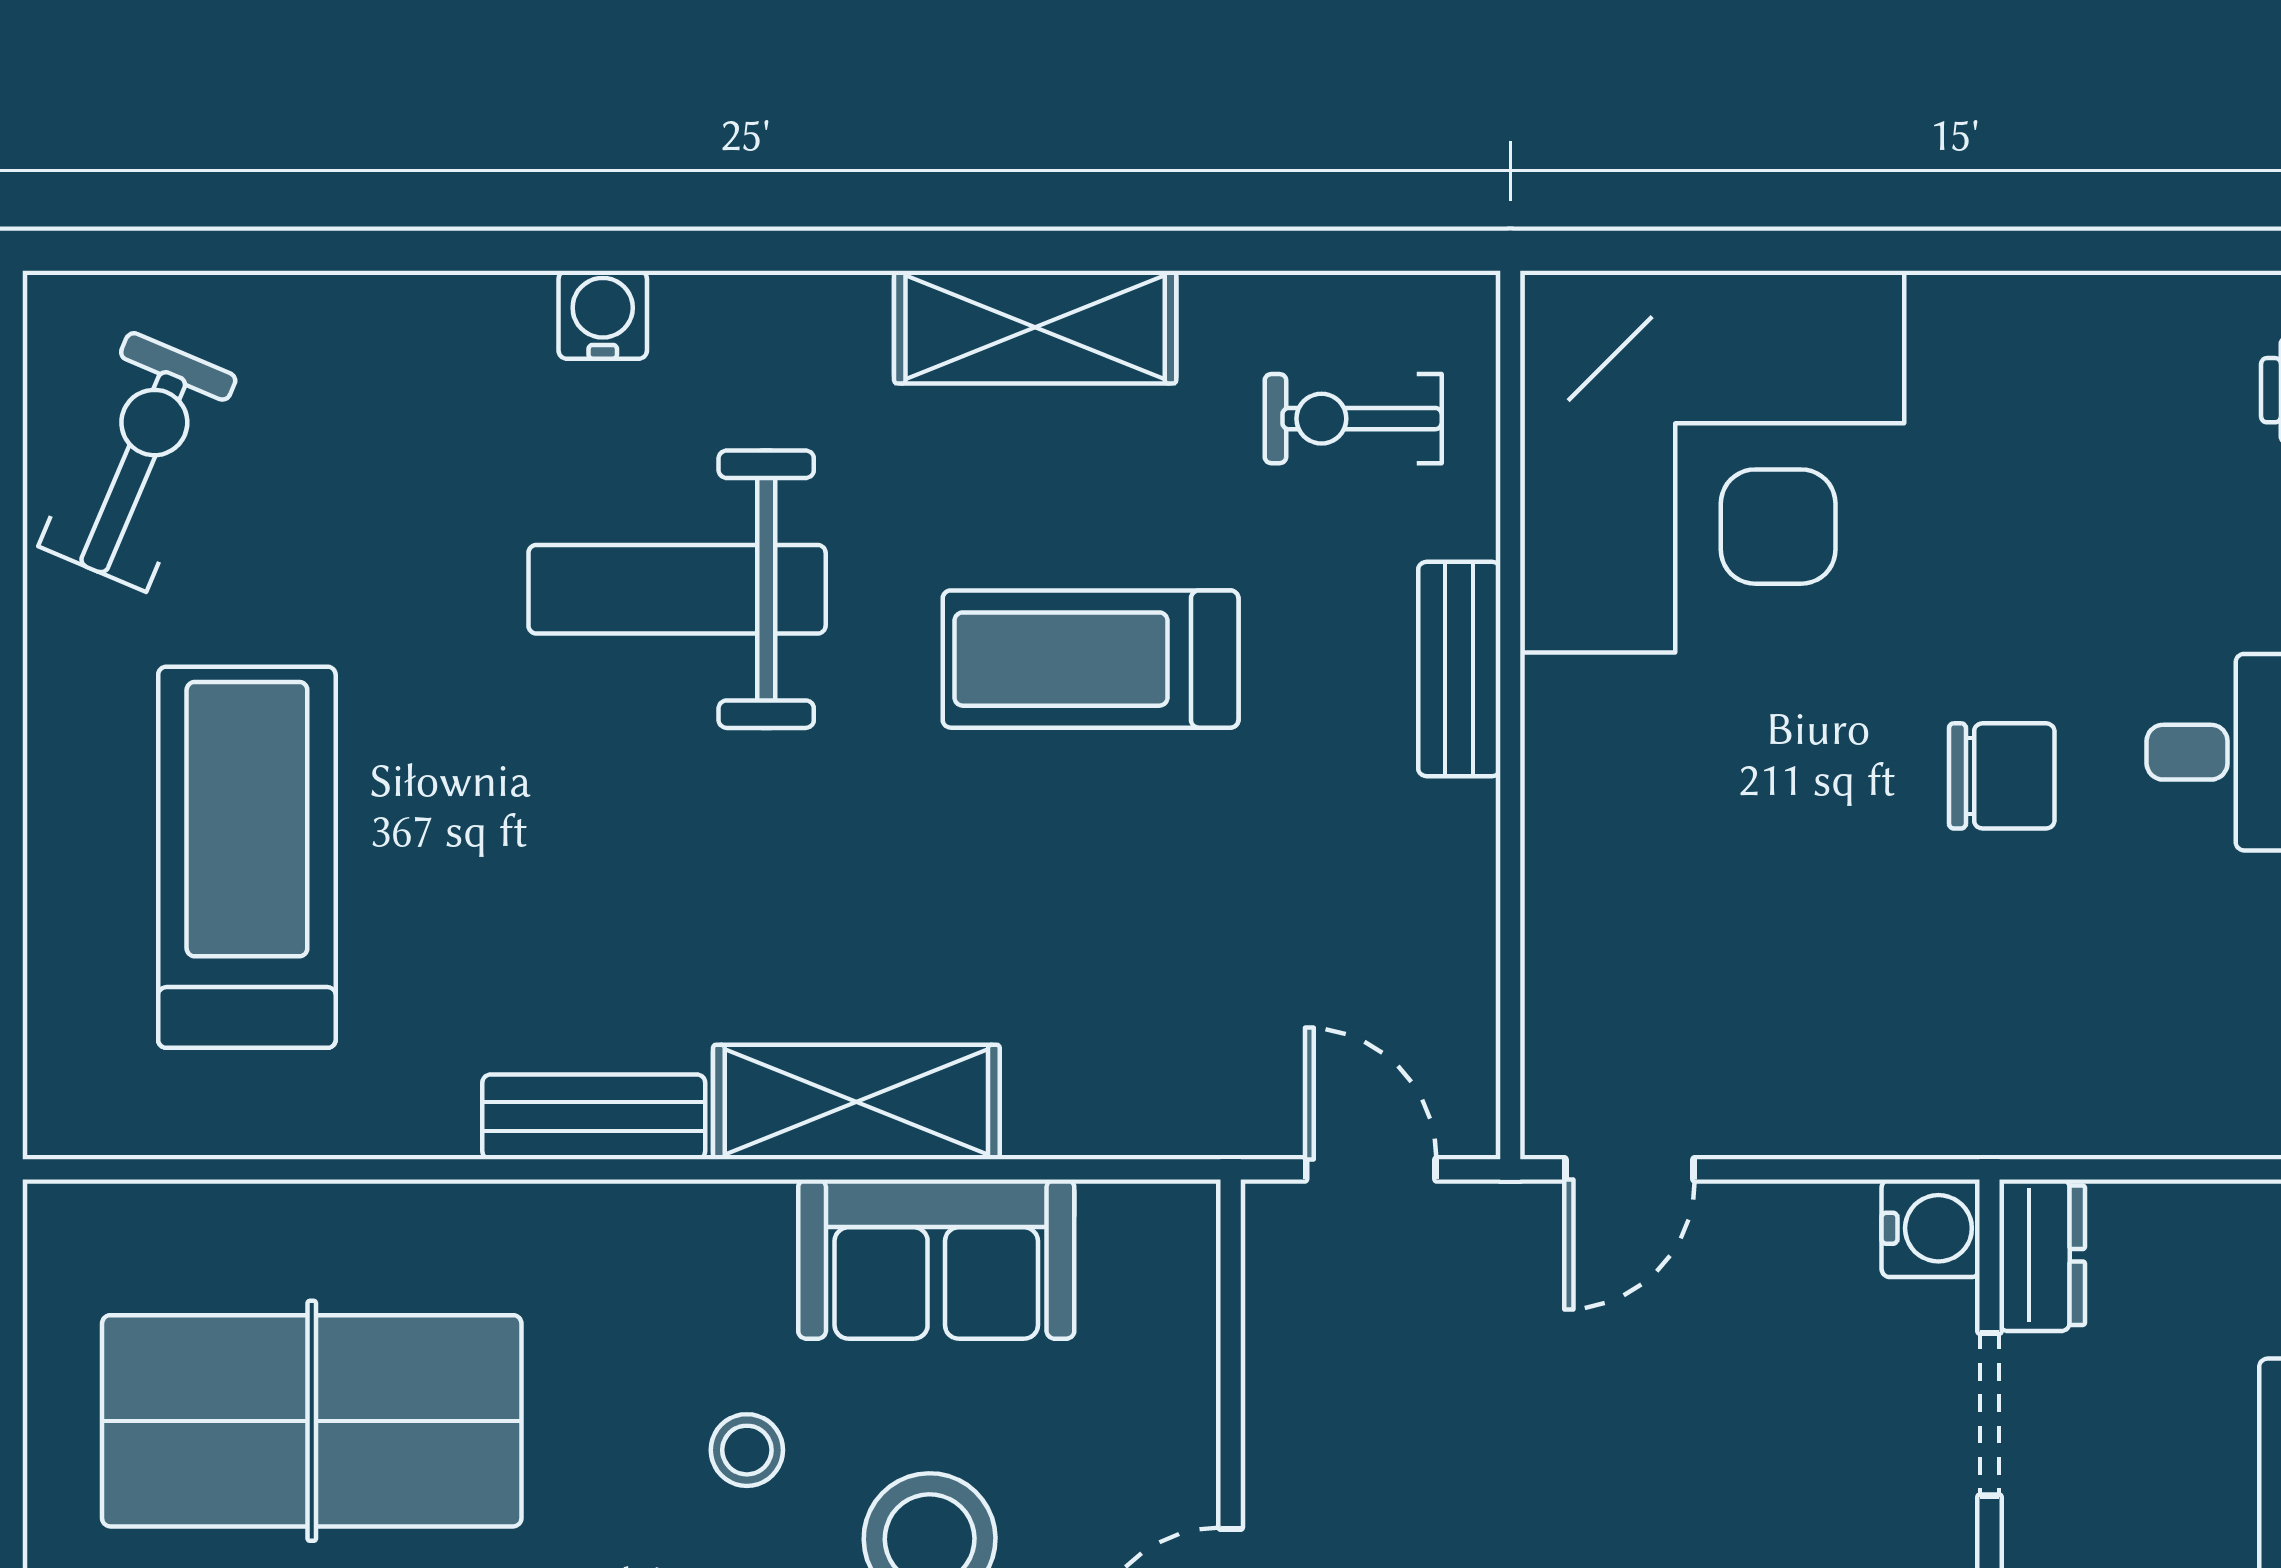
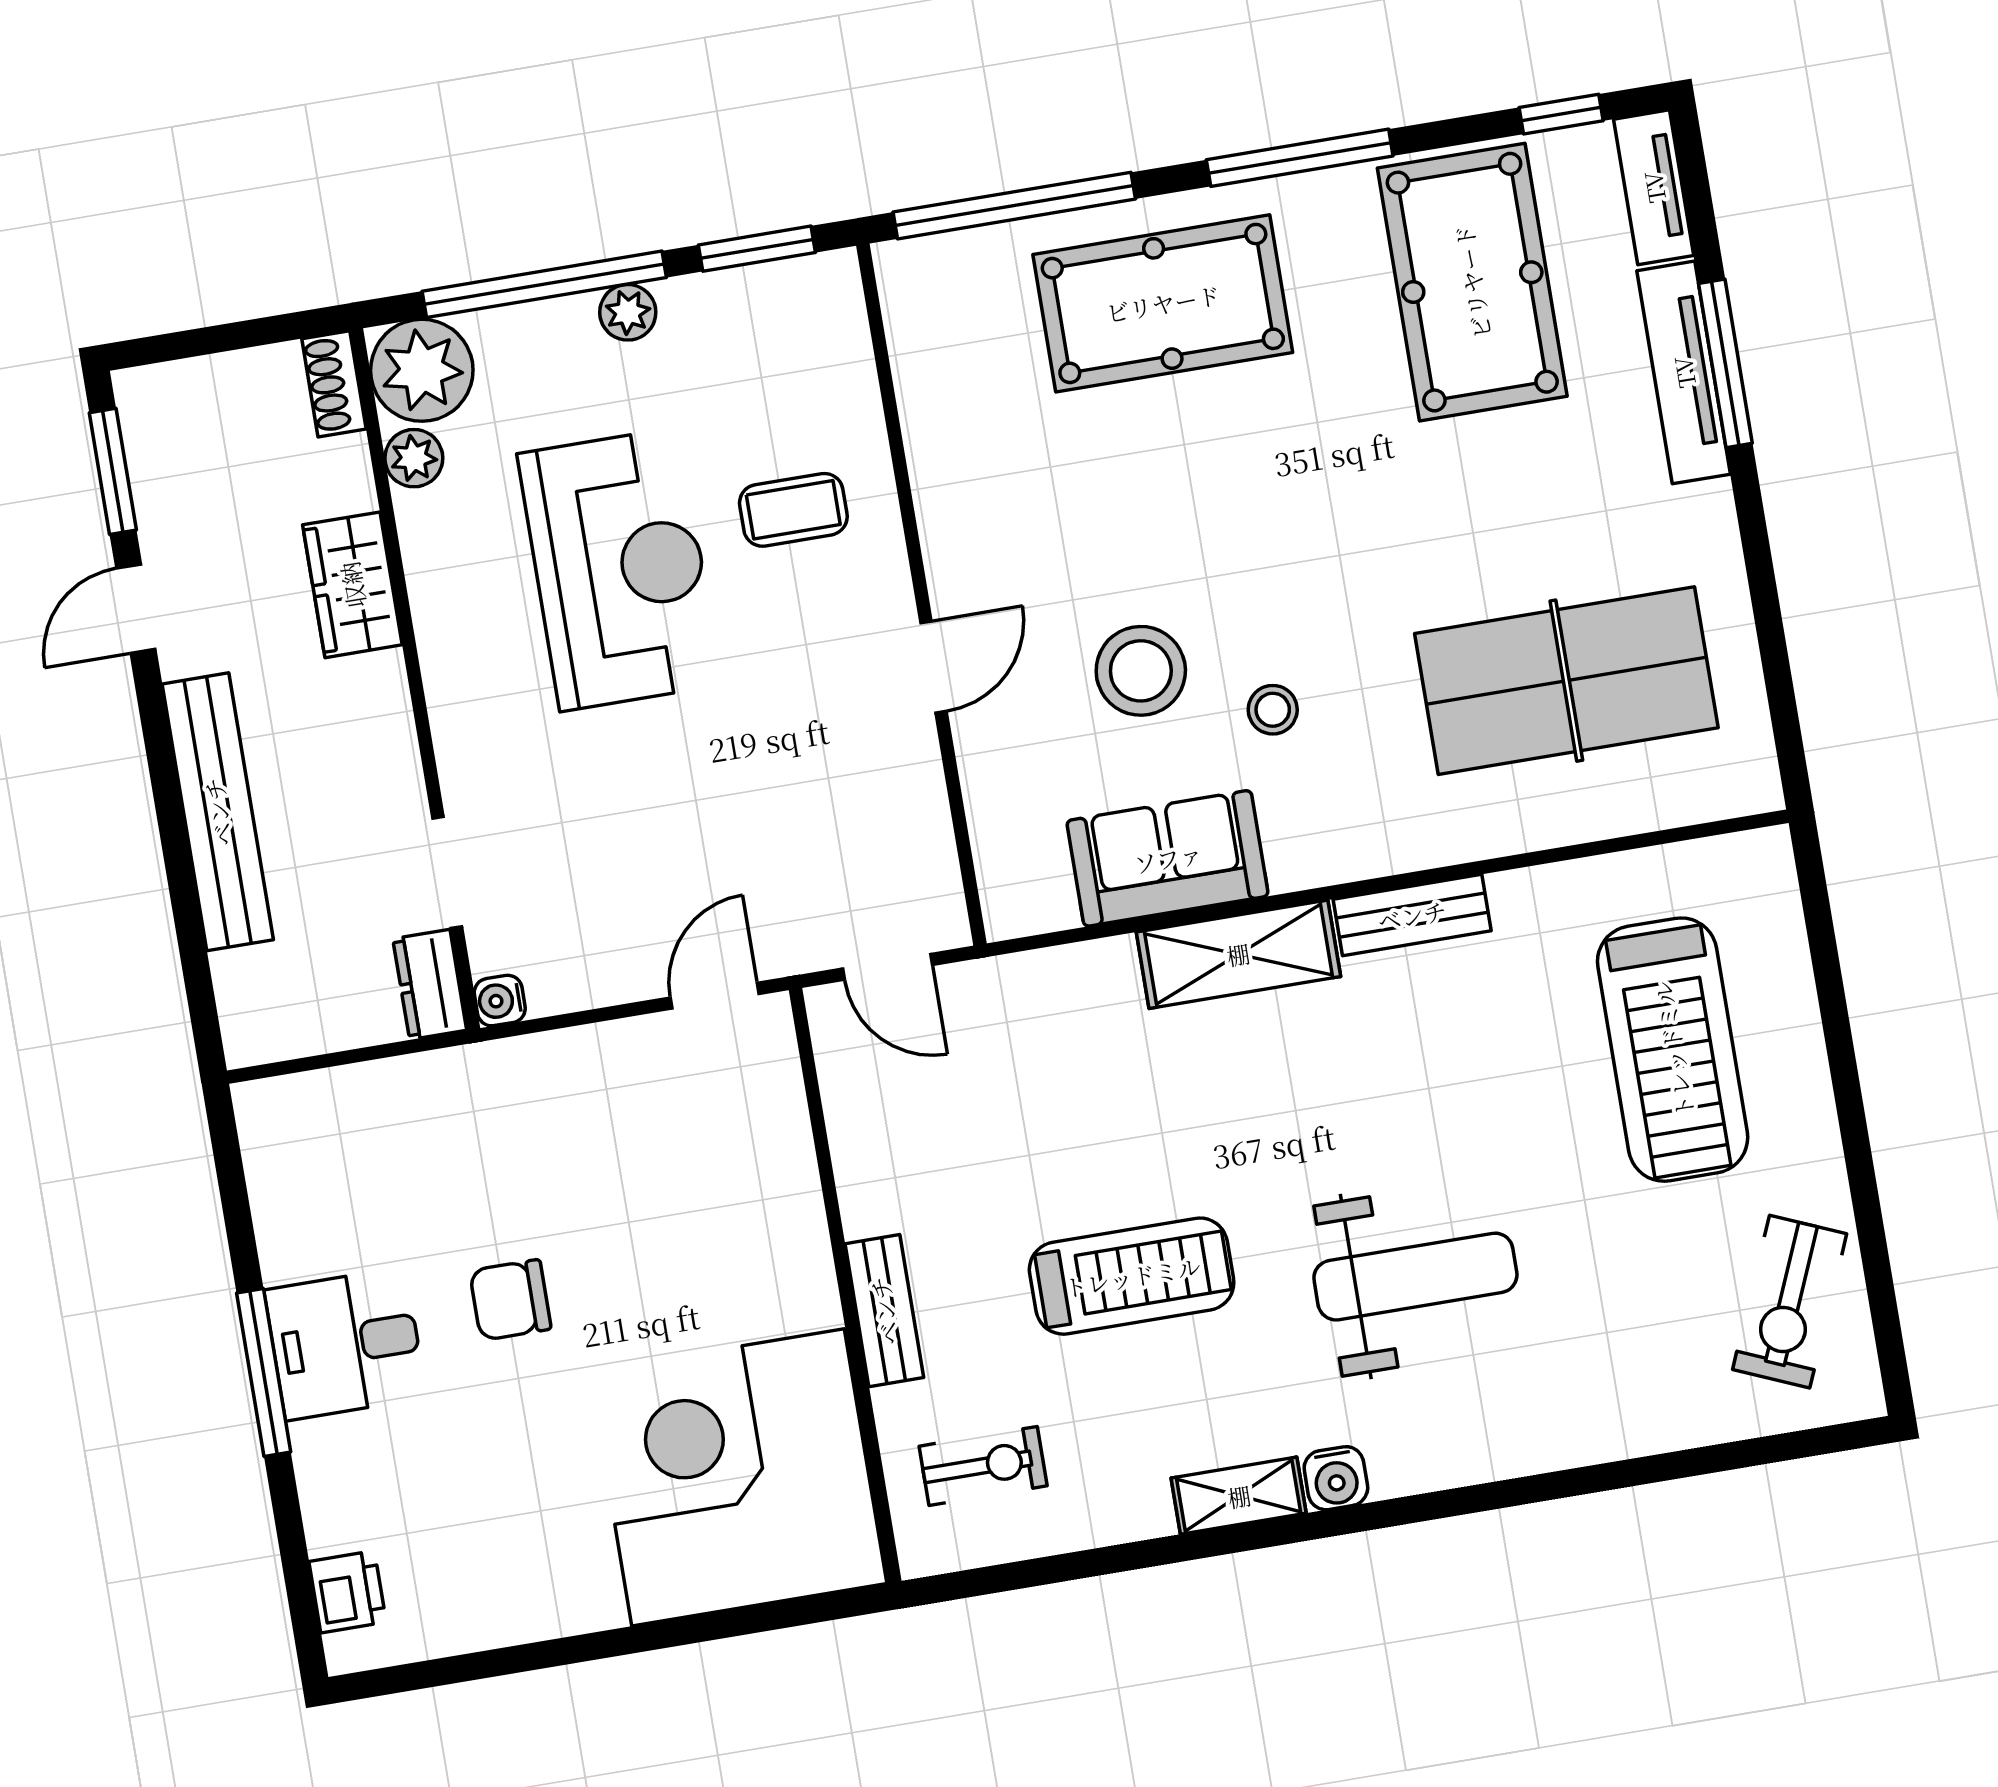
water cooler: (603, 315) -> (1336, 1478), moved
shelving: (1035, 327) -> (1239, 1496), width x0.67, depth x0.75
water cooler: (1931, 1228) -> (500, 1001), width x0.72, depth x0.72

